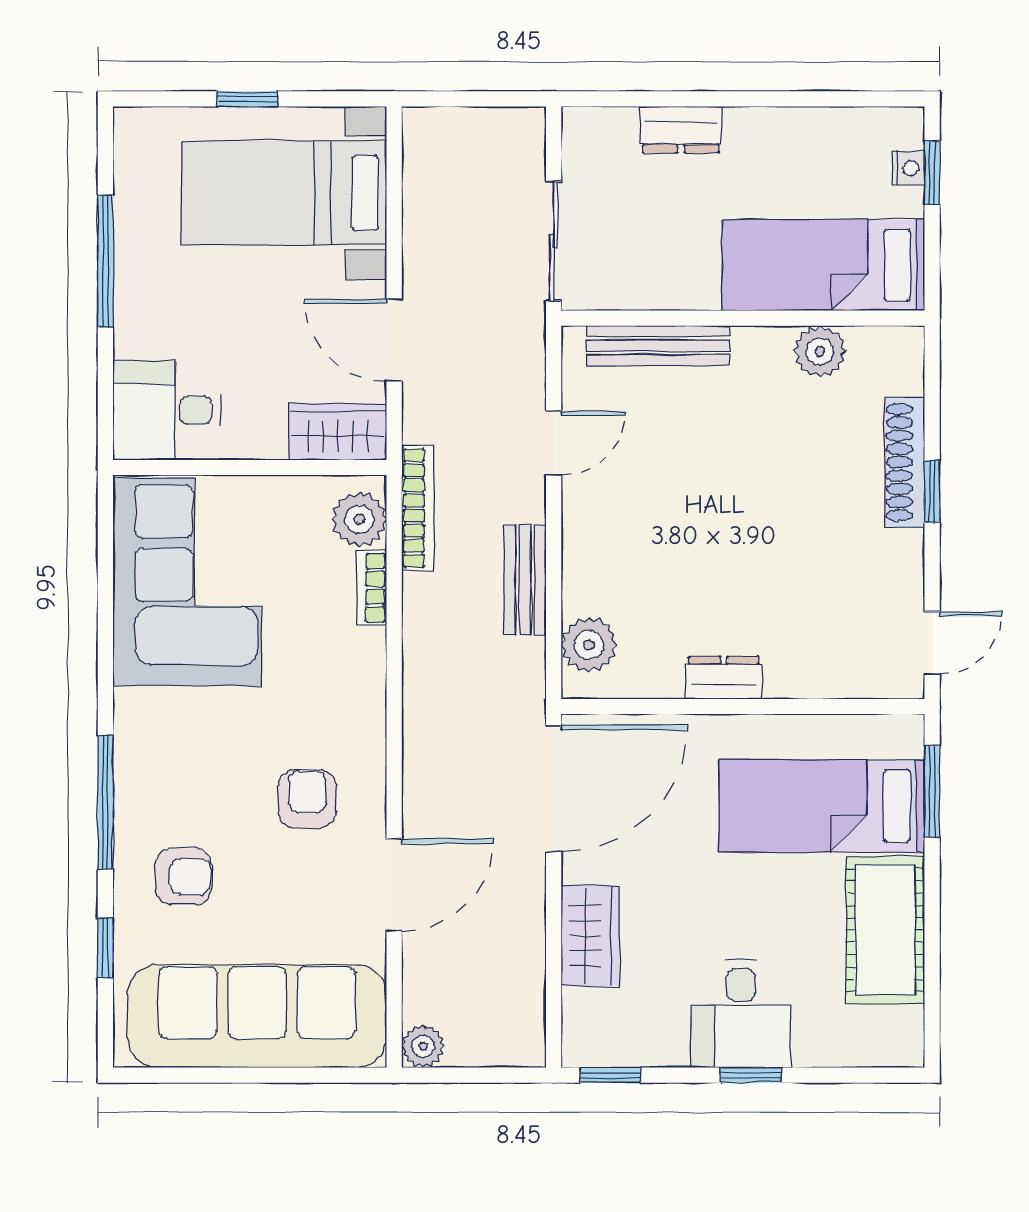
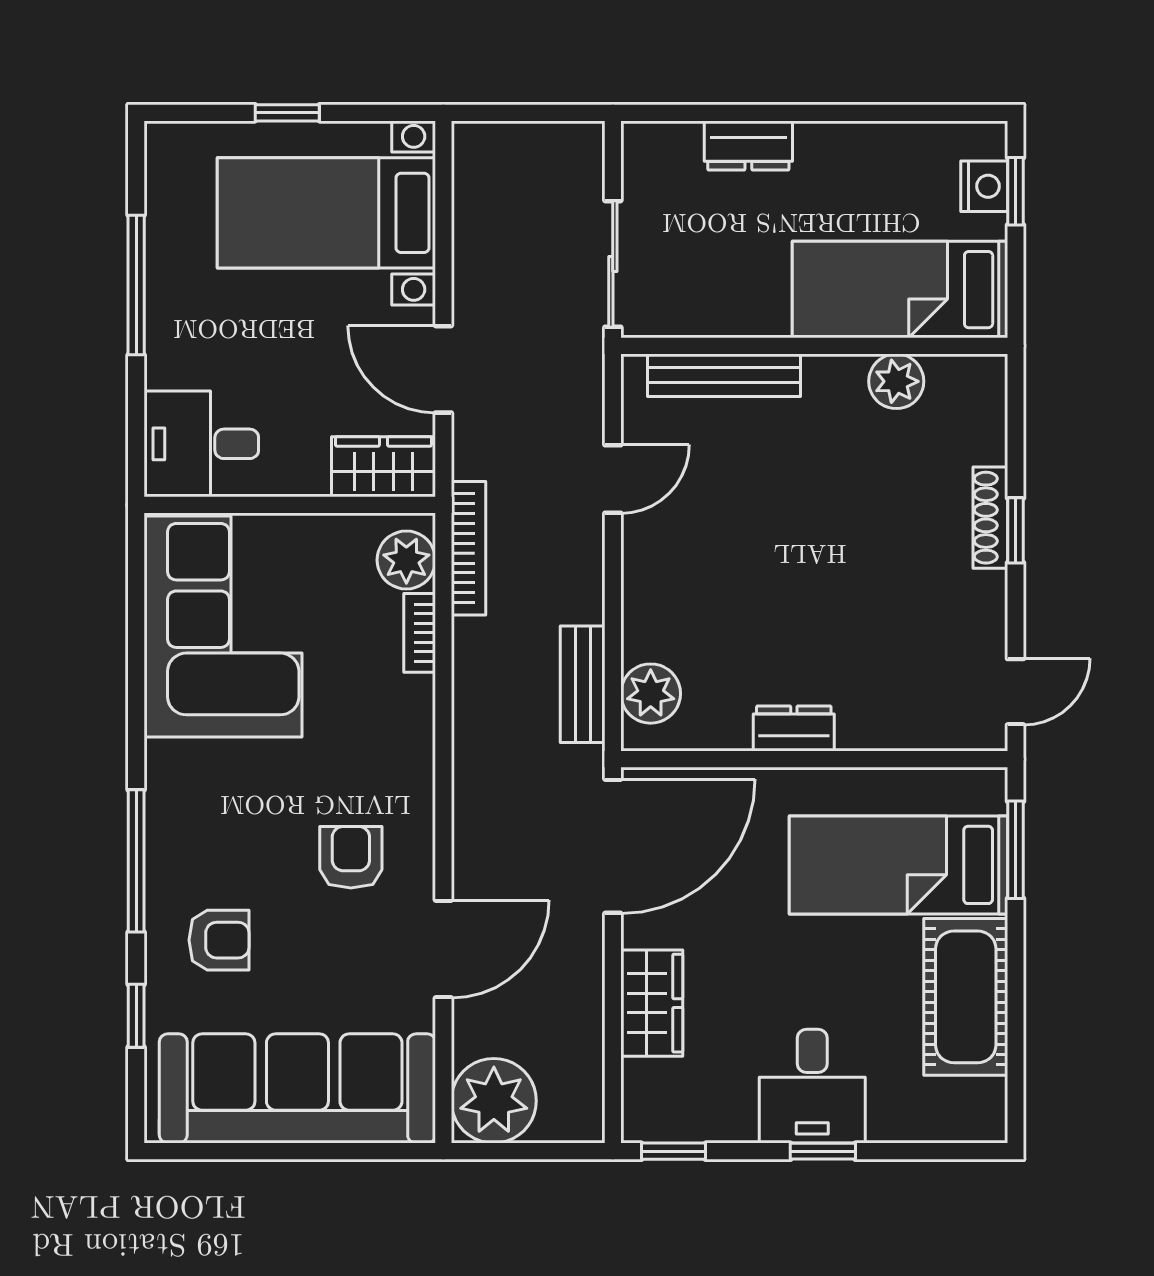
nightstand: (908, 168) -> (984, 186), width x1.39, depth x1.35
shoe rack: (905, 462) -> (990, 518), width x0.74, depth x0.81
bench: (525, 580) -> (583, 684), moved
plant: (423, 1046) -> (494, 1101), width x1.88, depth x1.88

